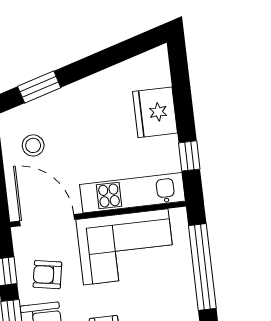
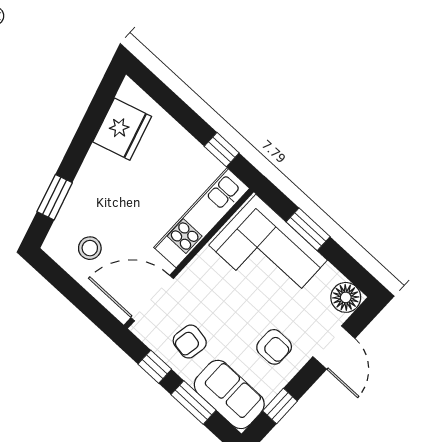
fridge: (155, 112) -> (122, 129), moved, turned -106
corner sofa: (126, 247) -> (268, 253), moved, turned 90
window: (202, 267) -> (308, 229), width x0.47

